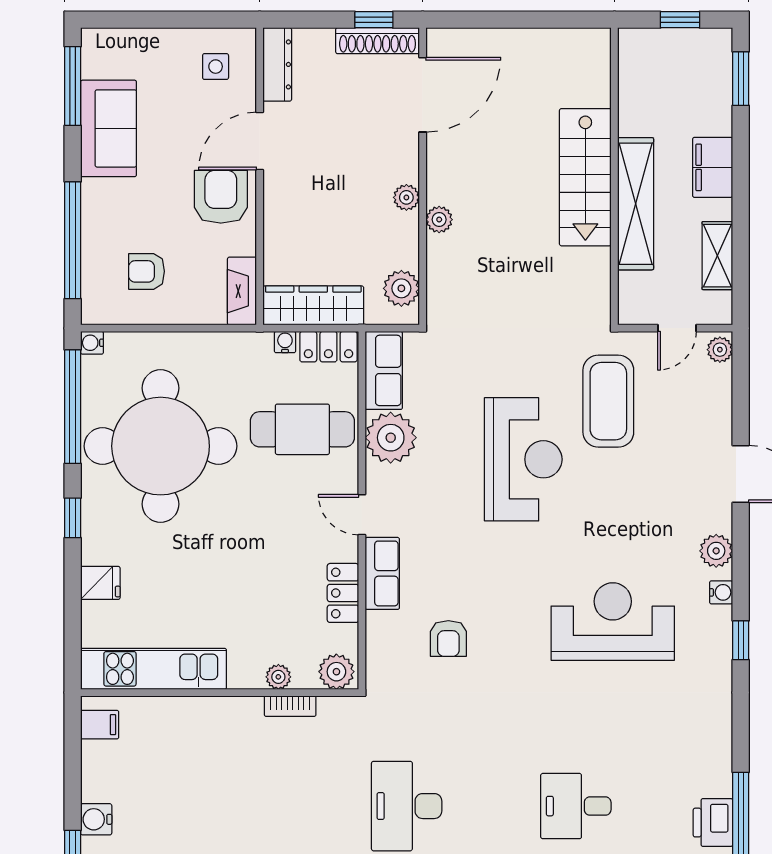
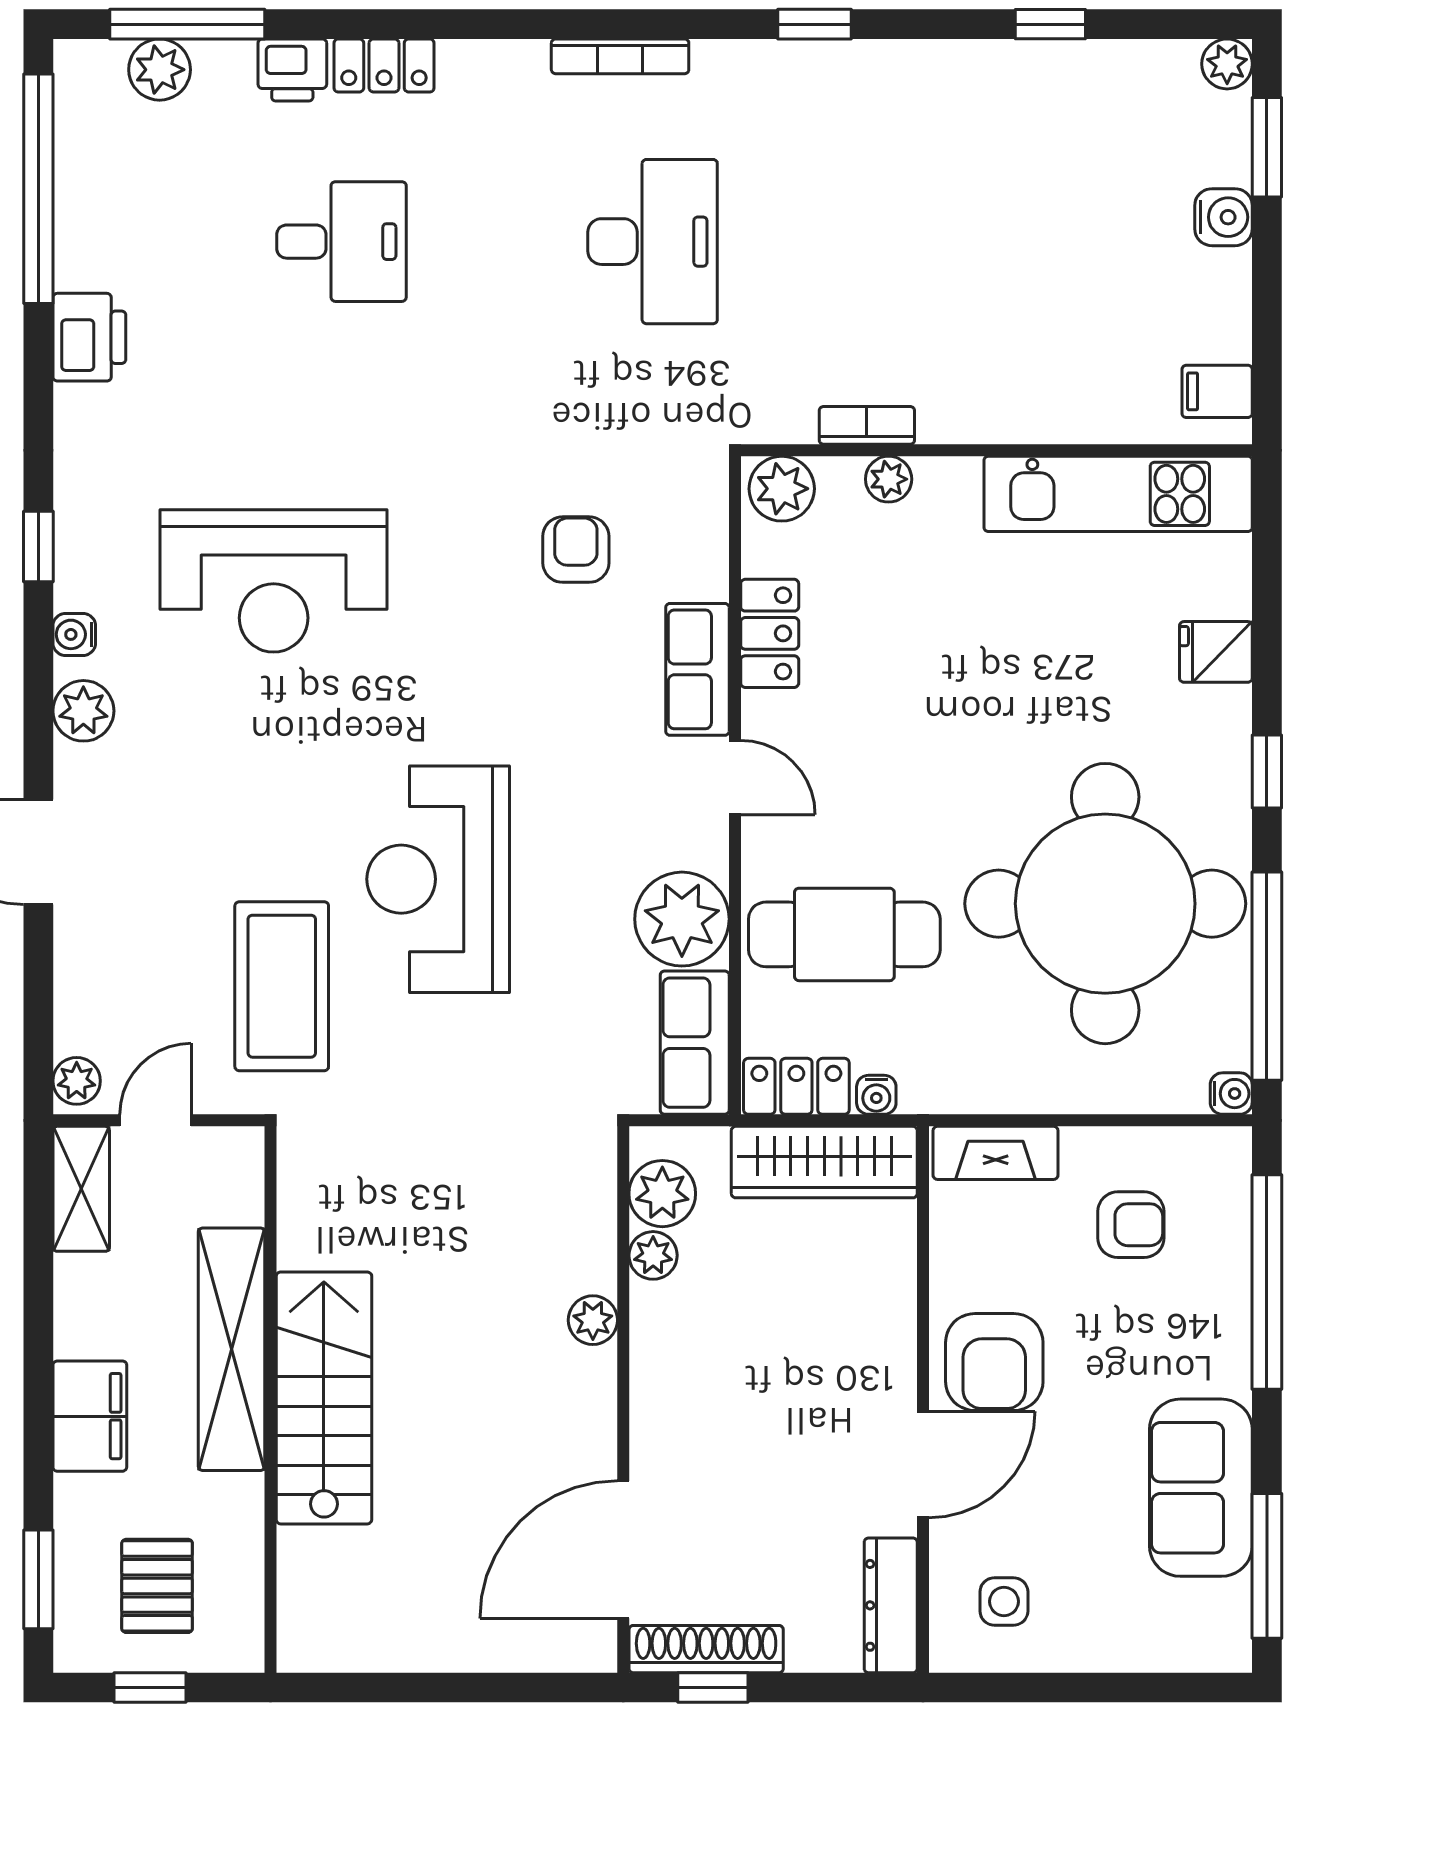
pallet: (676, 75) -> (157, 1586), added
plant: (406, 197) -> (653, 1255), moved
shelving: (717, 256) -> (81, 1189), moved
fireplace: (242, 291) -> (996, 1153), moved, turned 90
printer: (713, 823) -> (89, 337), moved

